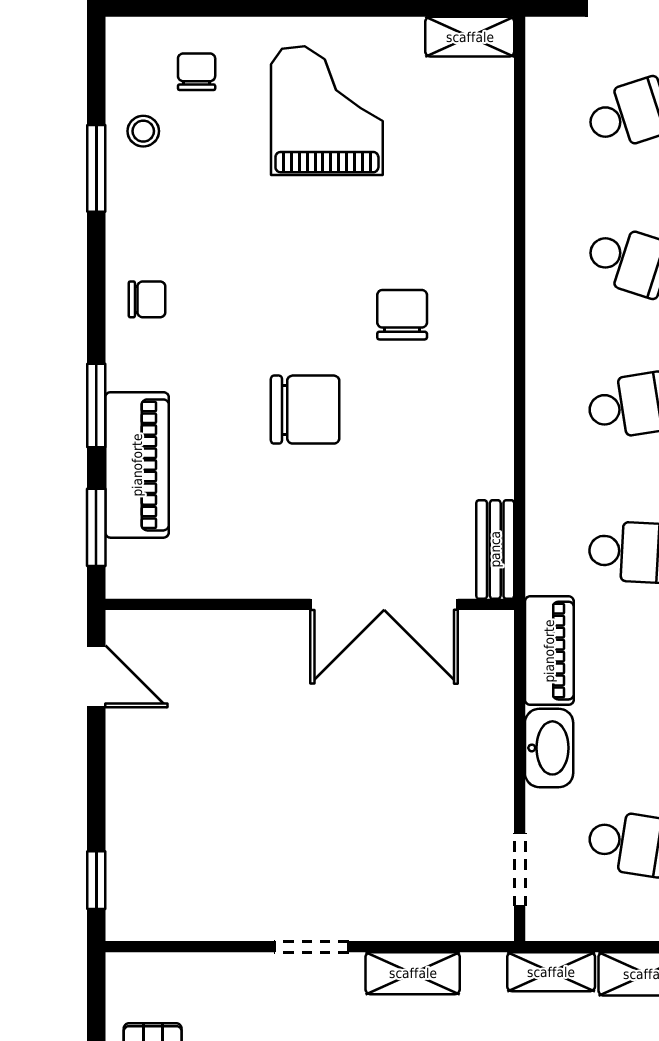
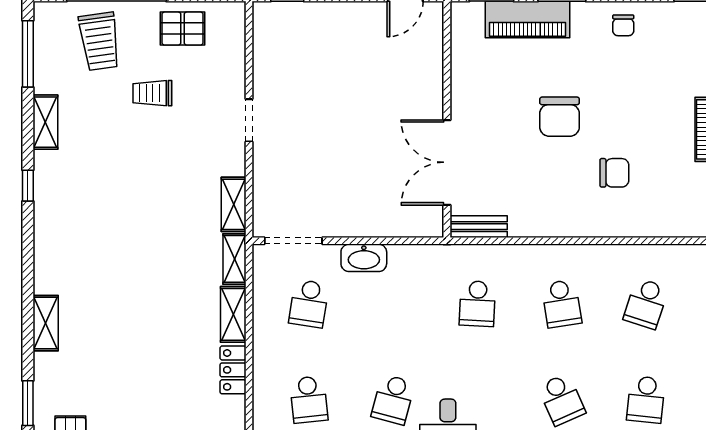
piano: (549, 651) -> (420, 258), removed
doorway: (520, 870) -> (293, 241), width x1.38
shelving: (413, 973) -> (234, 204), moved

